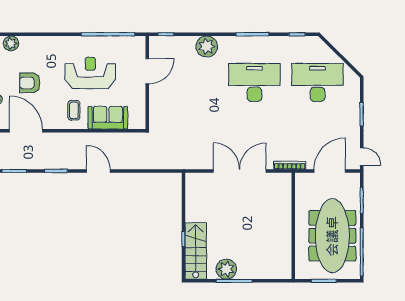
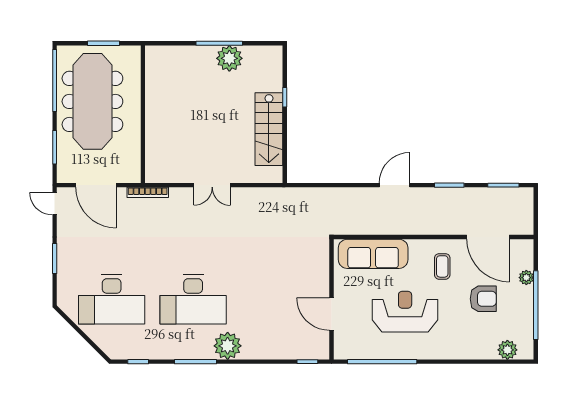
plant: (207, 46) -> (228, 346), moved
door: (147, 71) -> (332, 314), hinge flipped
reception desk: (90, 73) -> (405, 312), turned 180
coffee table: (74, 110) -> (442, 266), moved
sofa: (108, 118) -> (373, 254), width x1.36
door: (98, 171) -> (395, 185), swing flipped
double door: (240, 171) -> (212, 185), width x0.54
door: (330, 171) -> (96, 185), hinge flipped
stairs: (196, 251) -> (269, 129), moved

